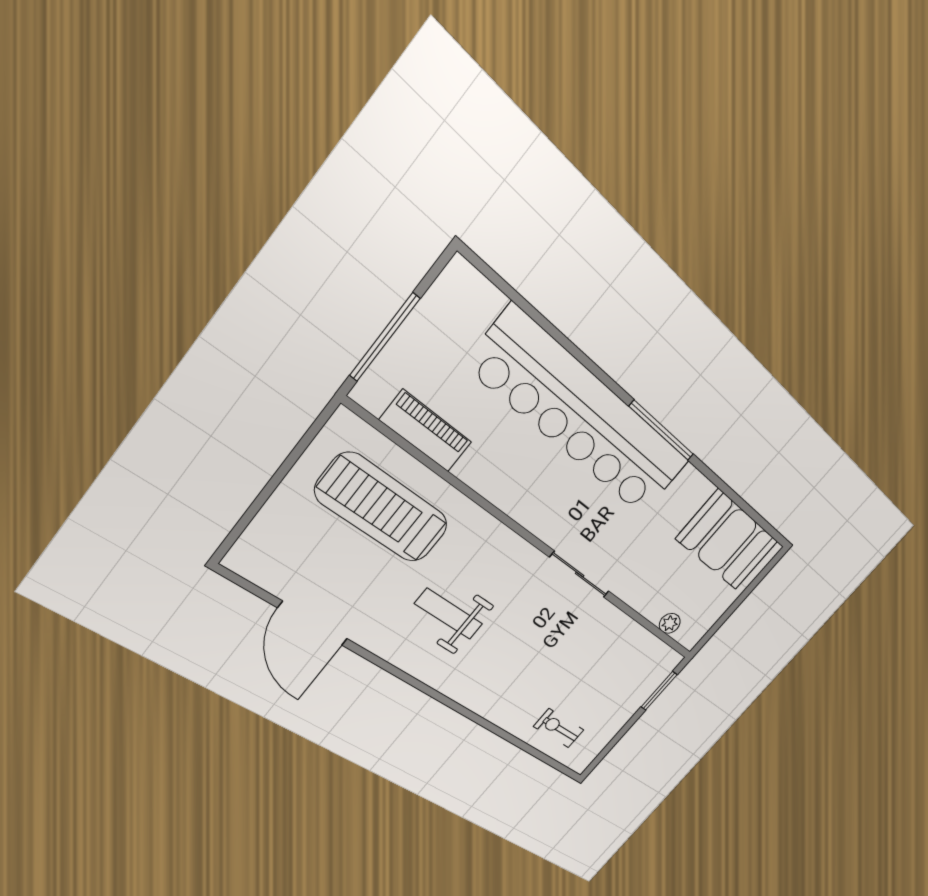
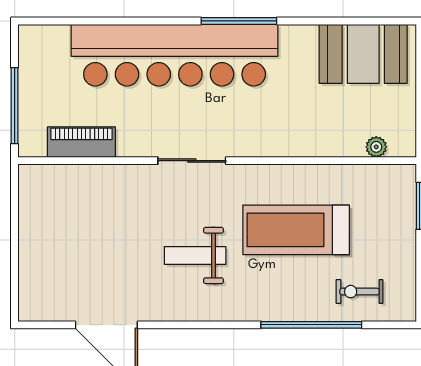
treadmill: (382, 508) -> (296, 230), moved
sliding door: (580, 574) -> (192, 161), moved
window: (499, 732) -> (311, 325), added

